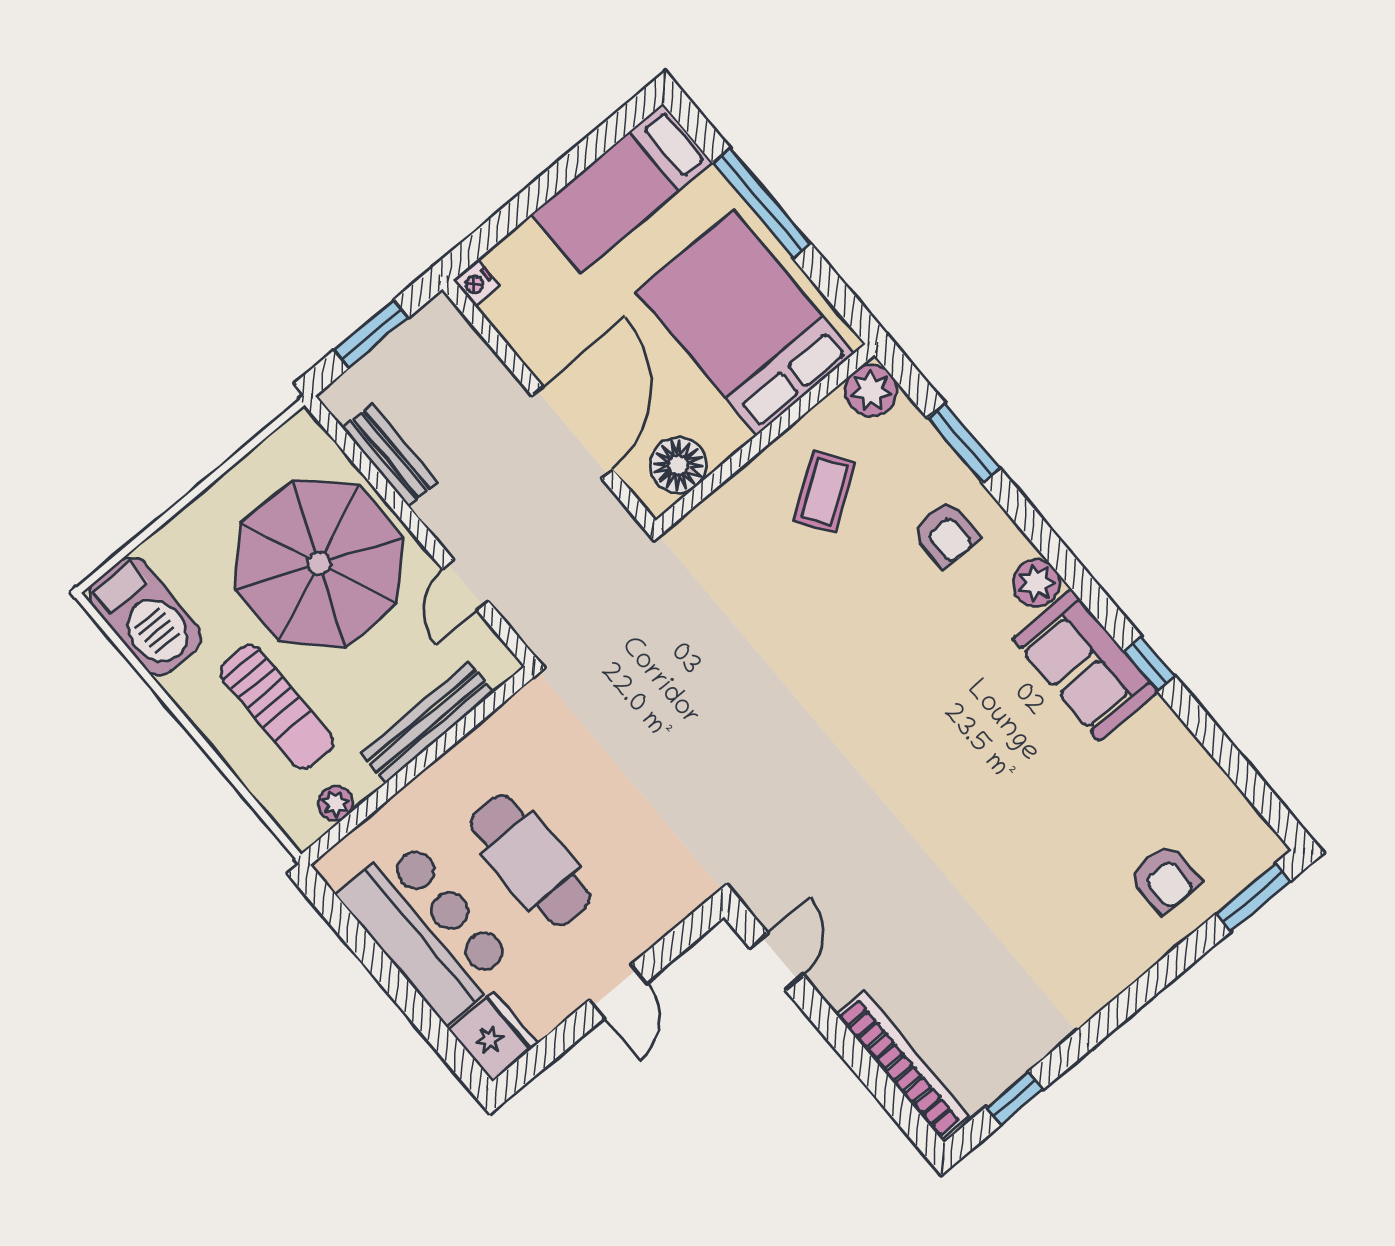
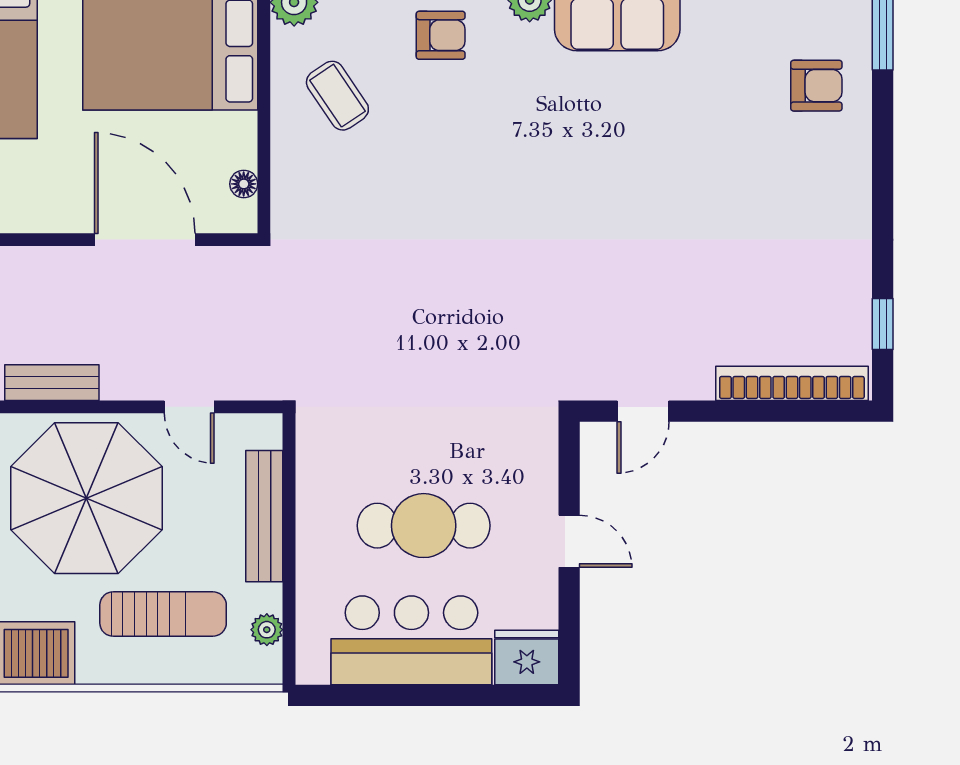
floor lamp: (678, 465) -> (244, 184), width x0.53, depth x0.53
door: (777, 962) -> (643, 411), swing flipped

